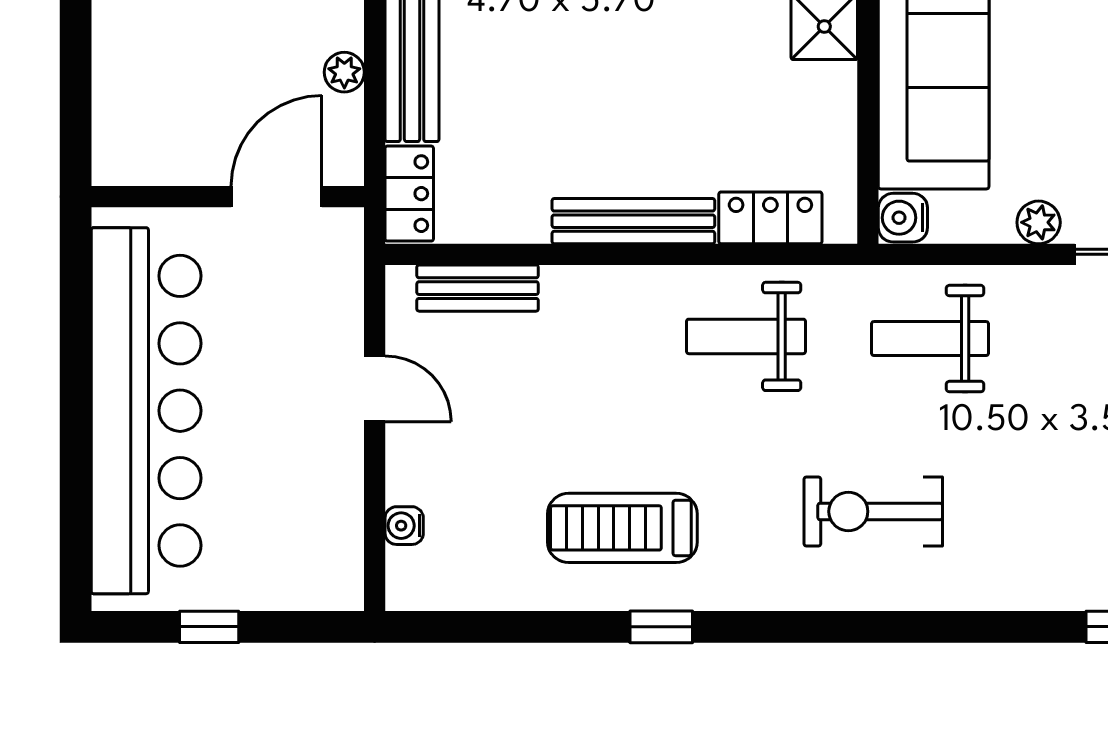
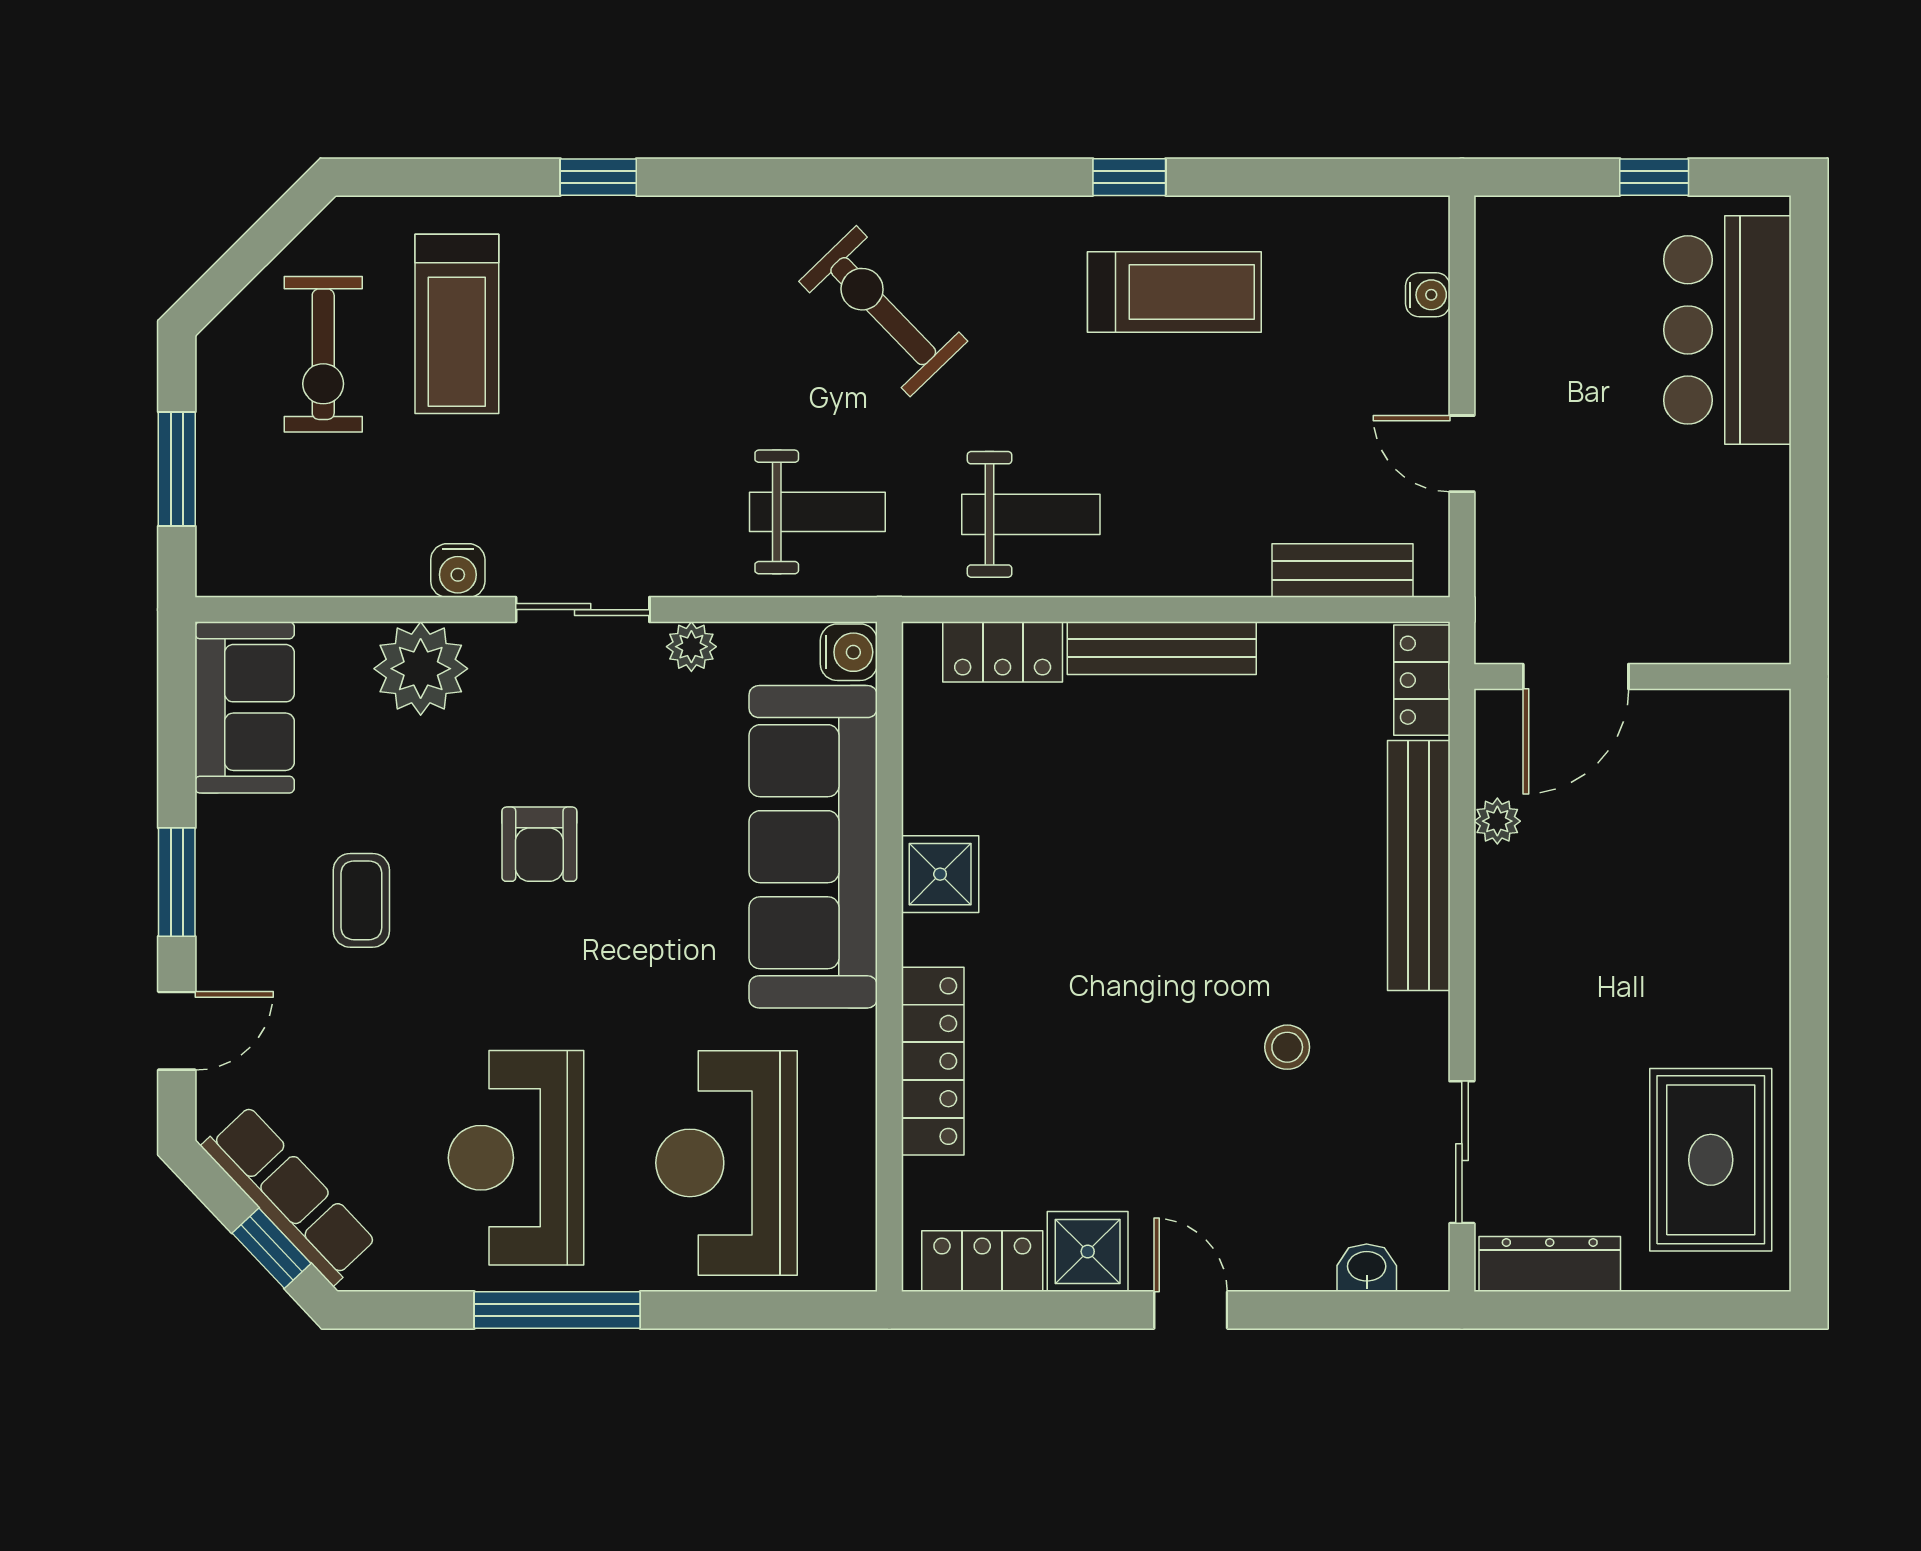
bar counter: (146, 411) -> (1727, 330), width x0.54
exercise bike: (873, 511) -> (883, 311), turned -134

